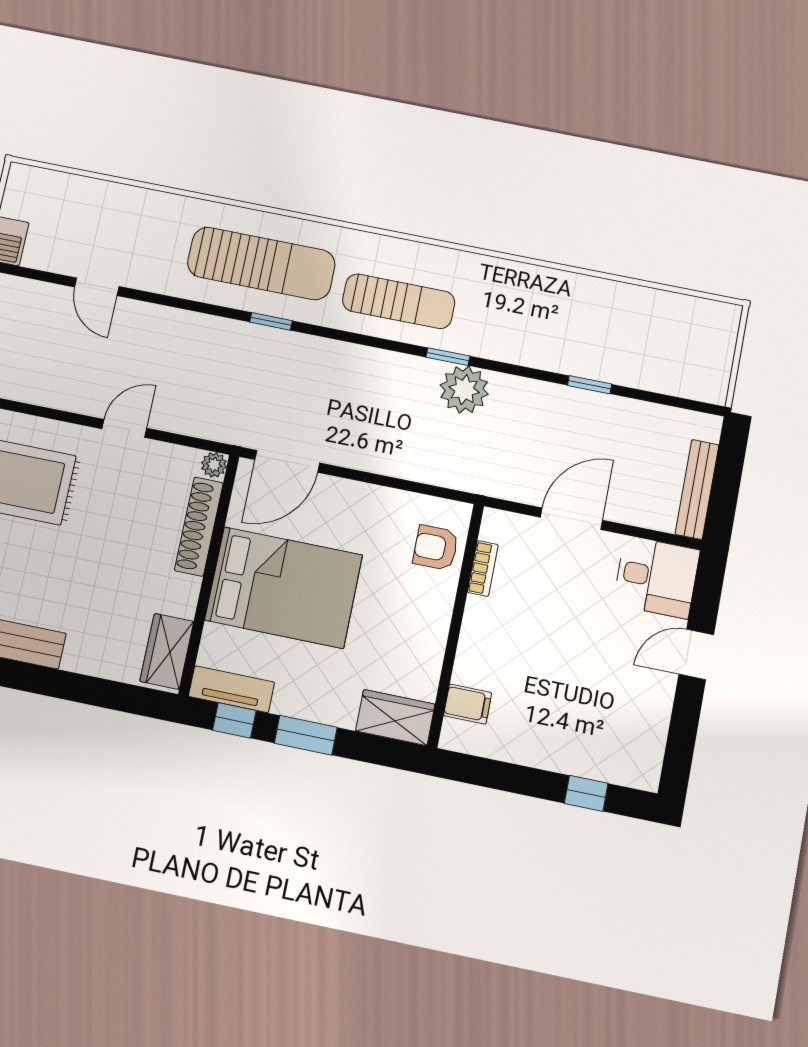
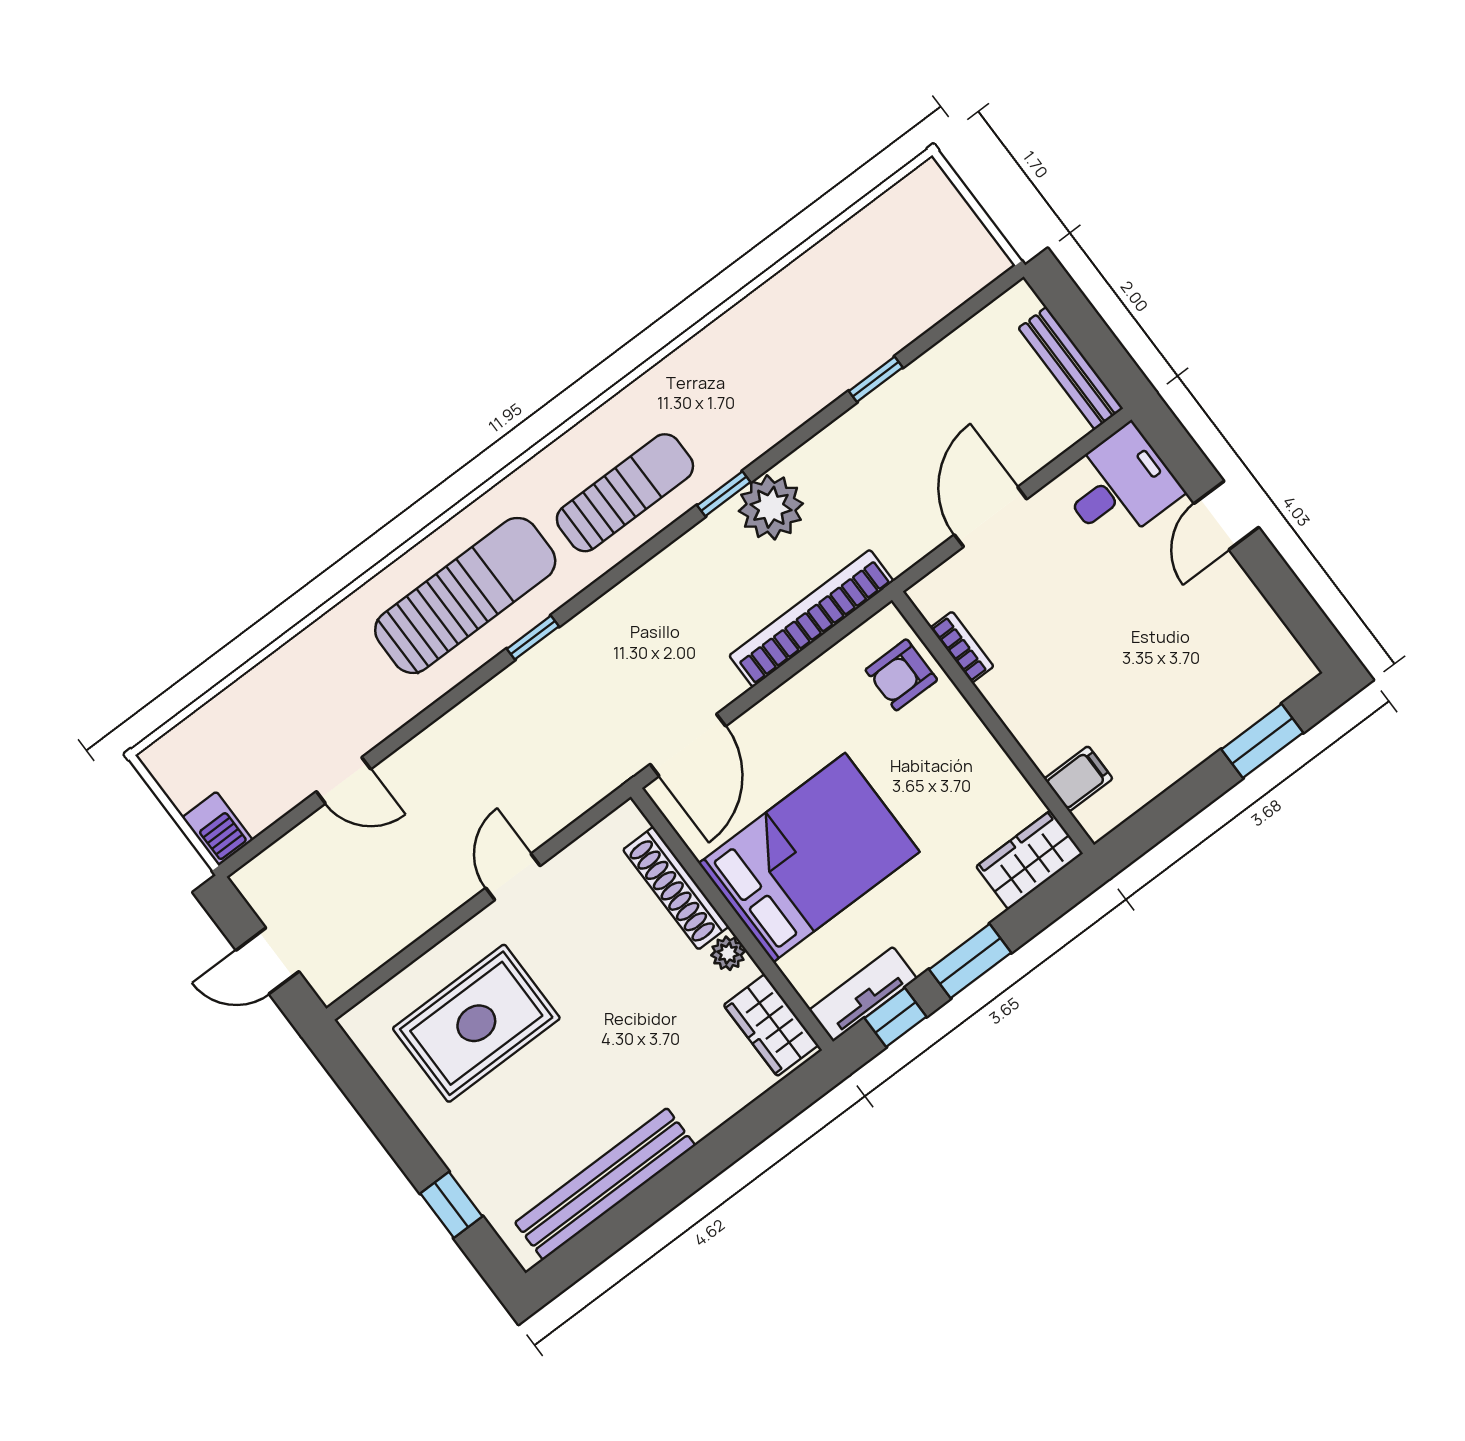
plant: (214, 465) -> (728, 953), moved
bookcase: (422, 468) -> (811, 618), added
window: (586, 793) -> (1262, 741), width x1.50

